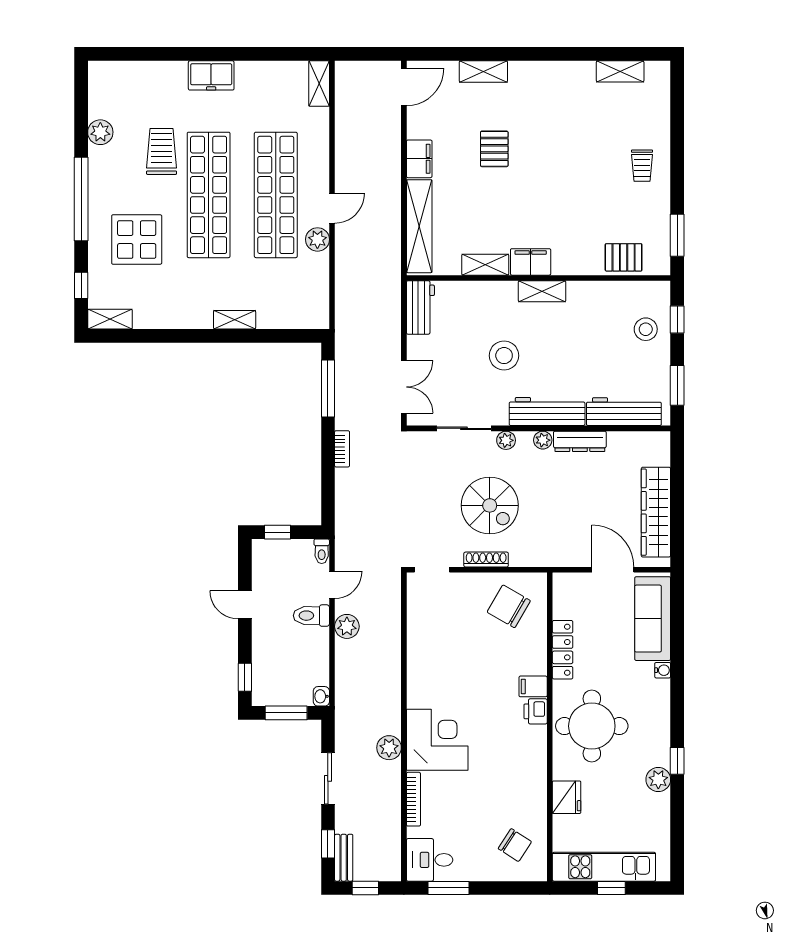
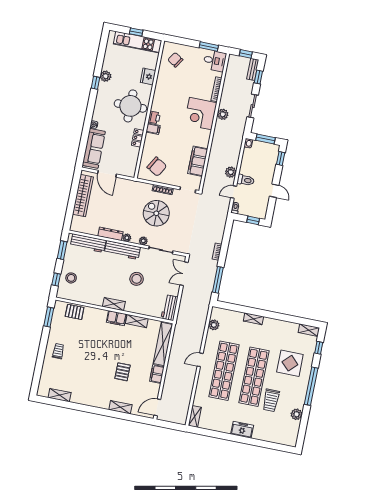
plant: (317, 239) -> (214, 325), moved
filing cabinet: (423, 636) -> (198, 161), added
locker: (563, 650) -> (138, 138), width x0.66

